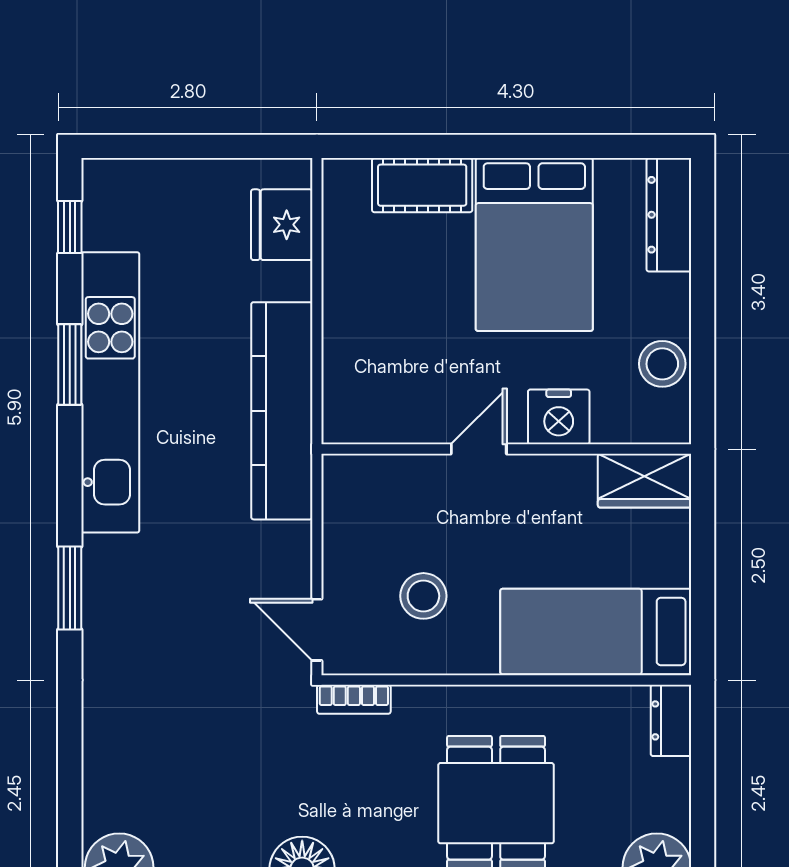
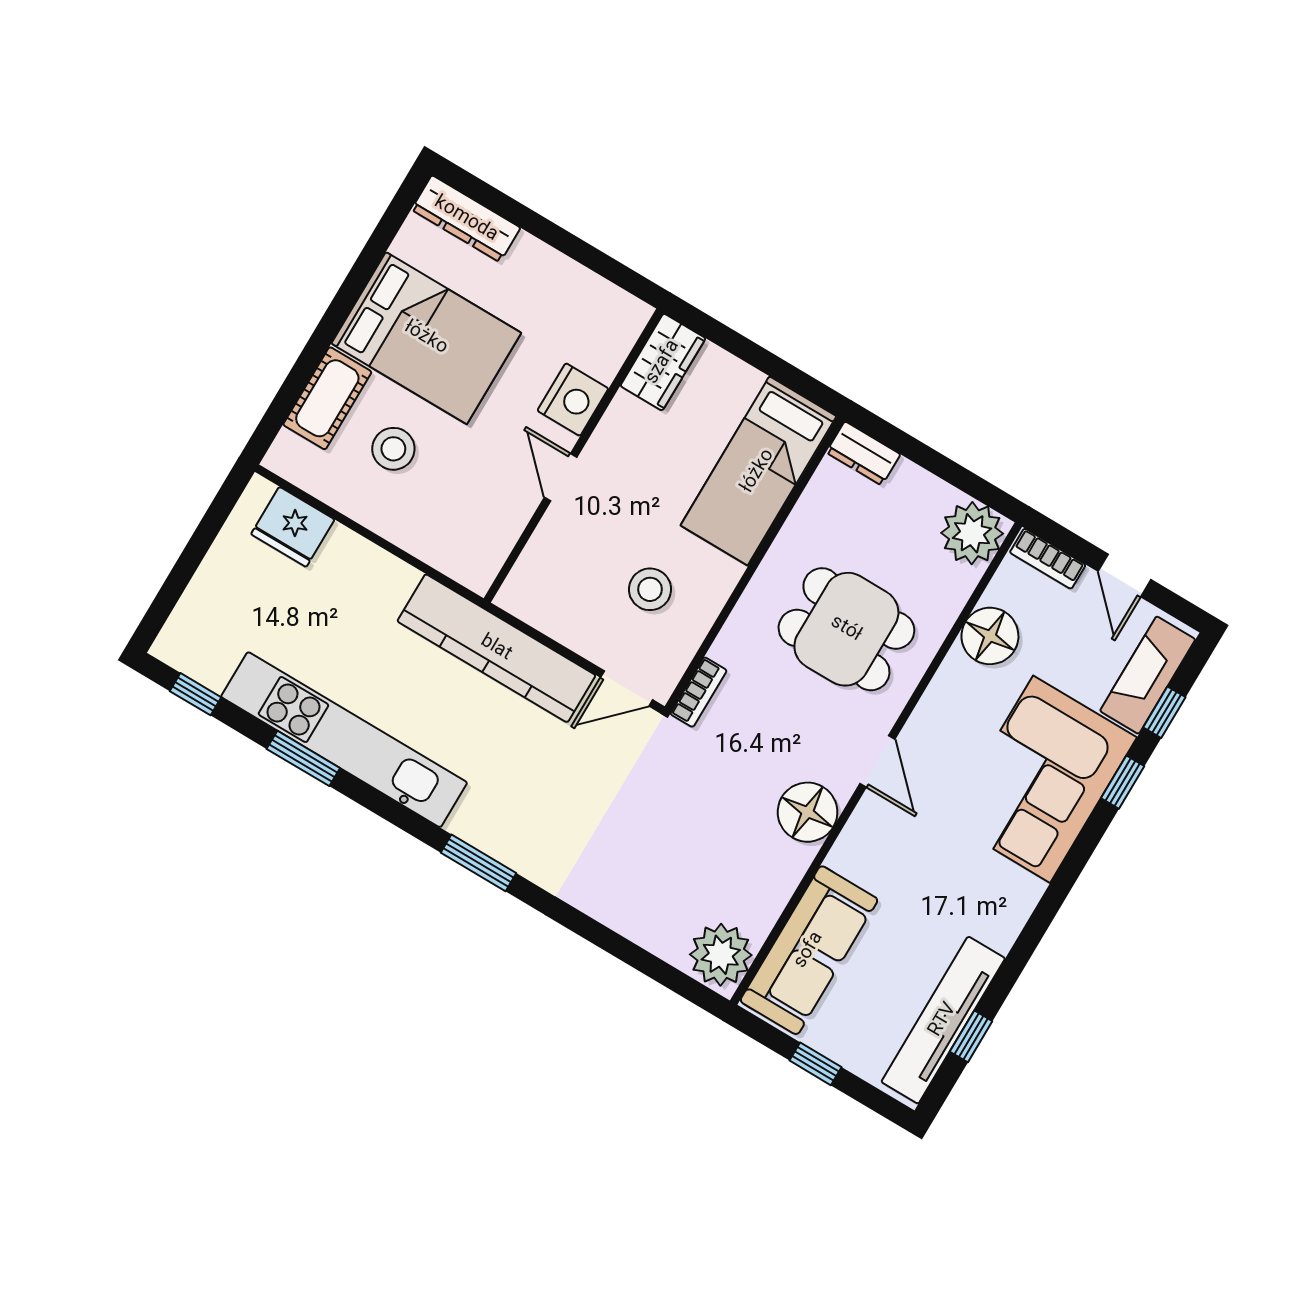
stool: (662, 364) -> (393, 449), moved
kitchen counter: (282, 411) -> (496, 648), moved

